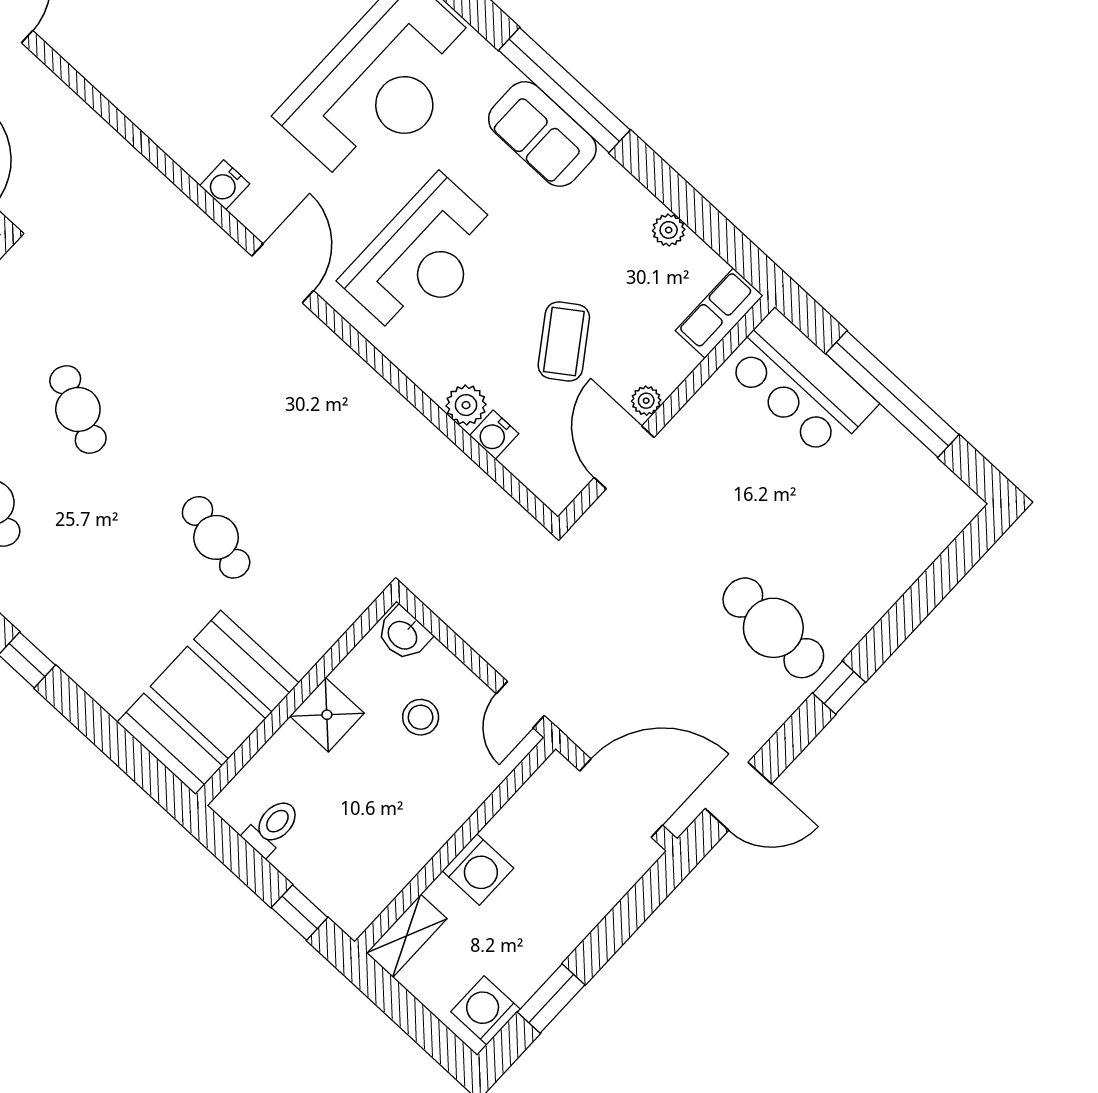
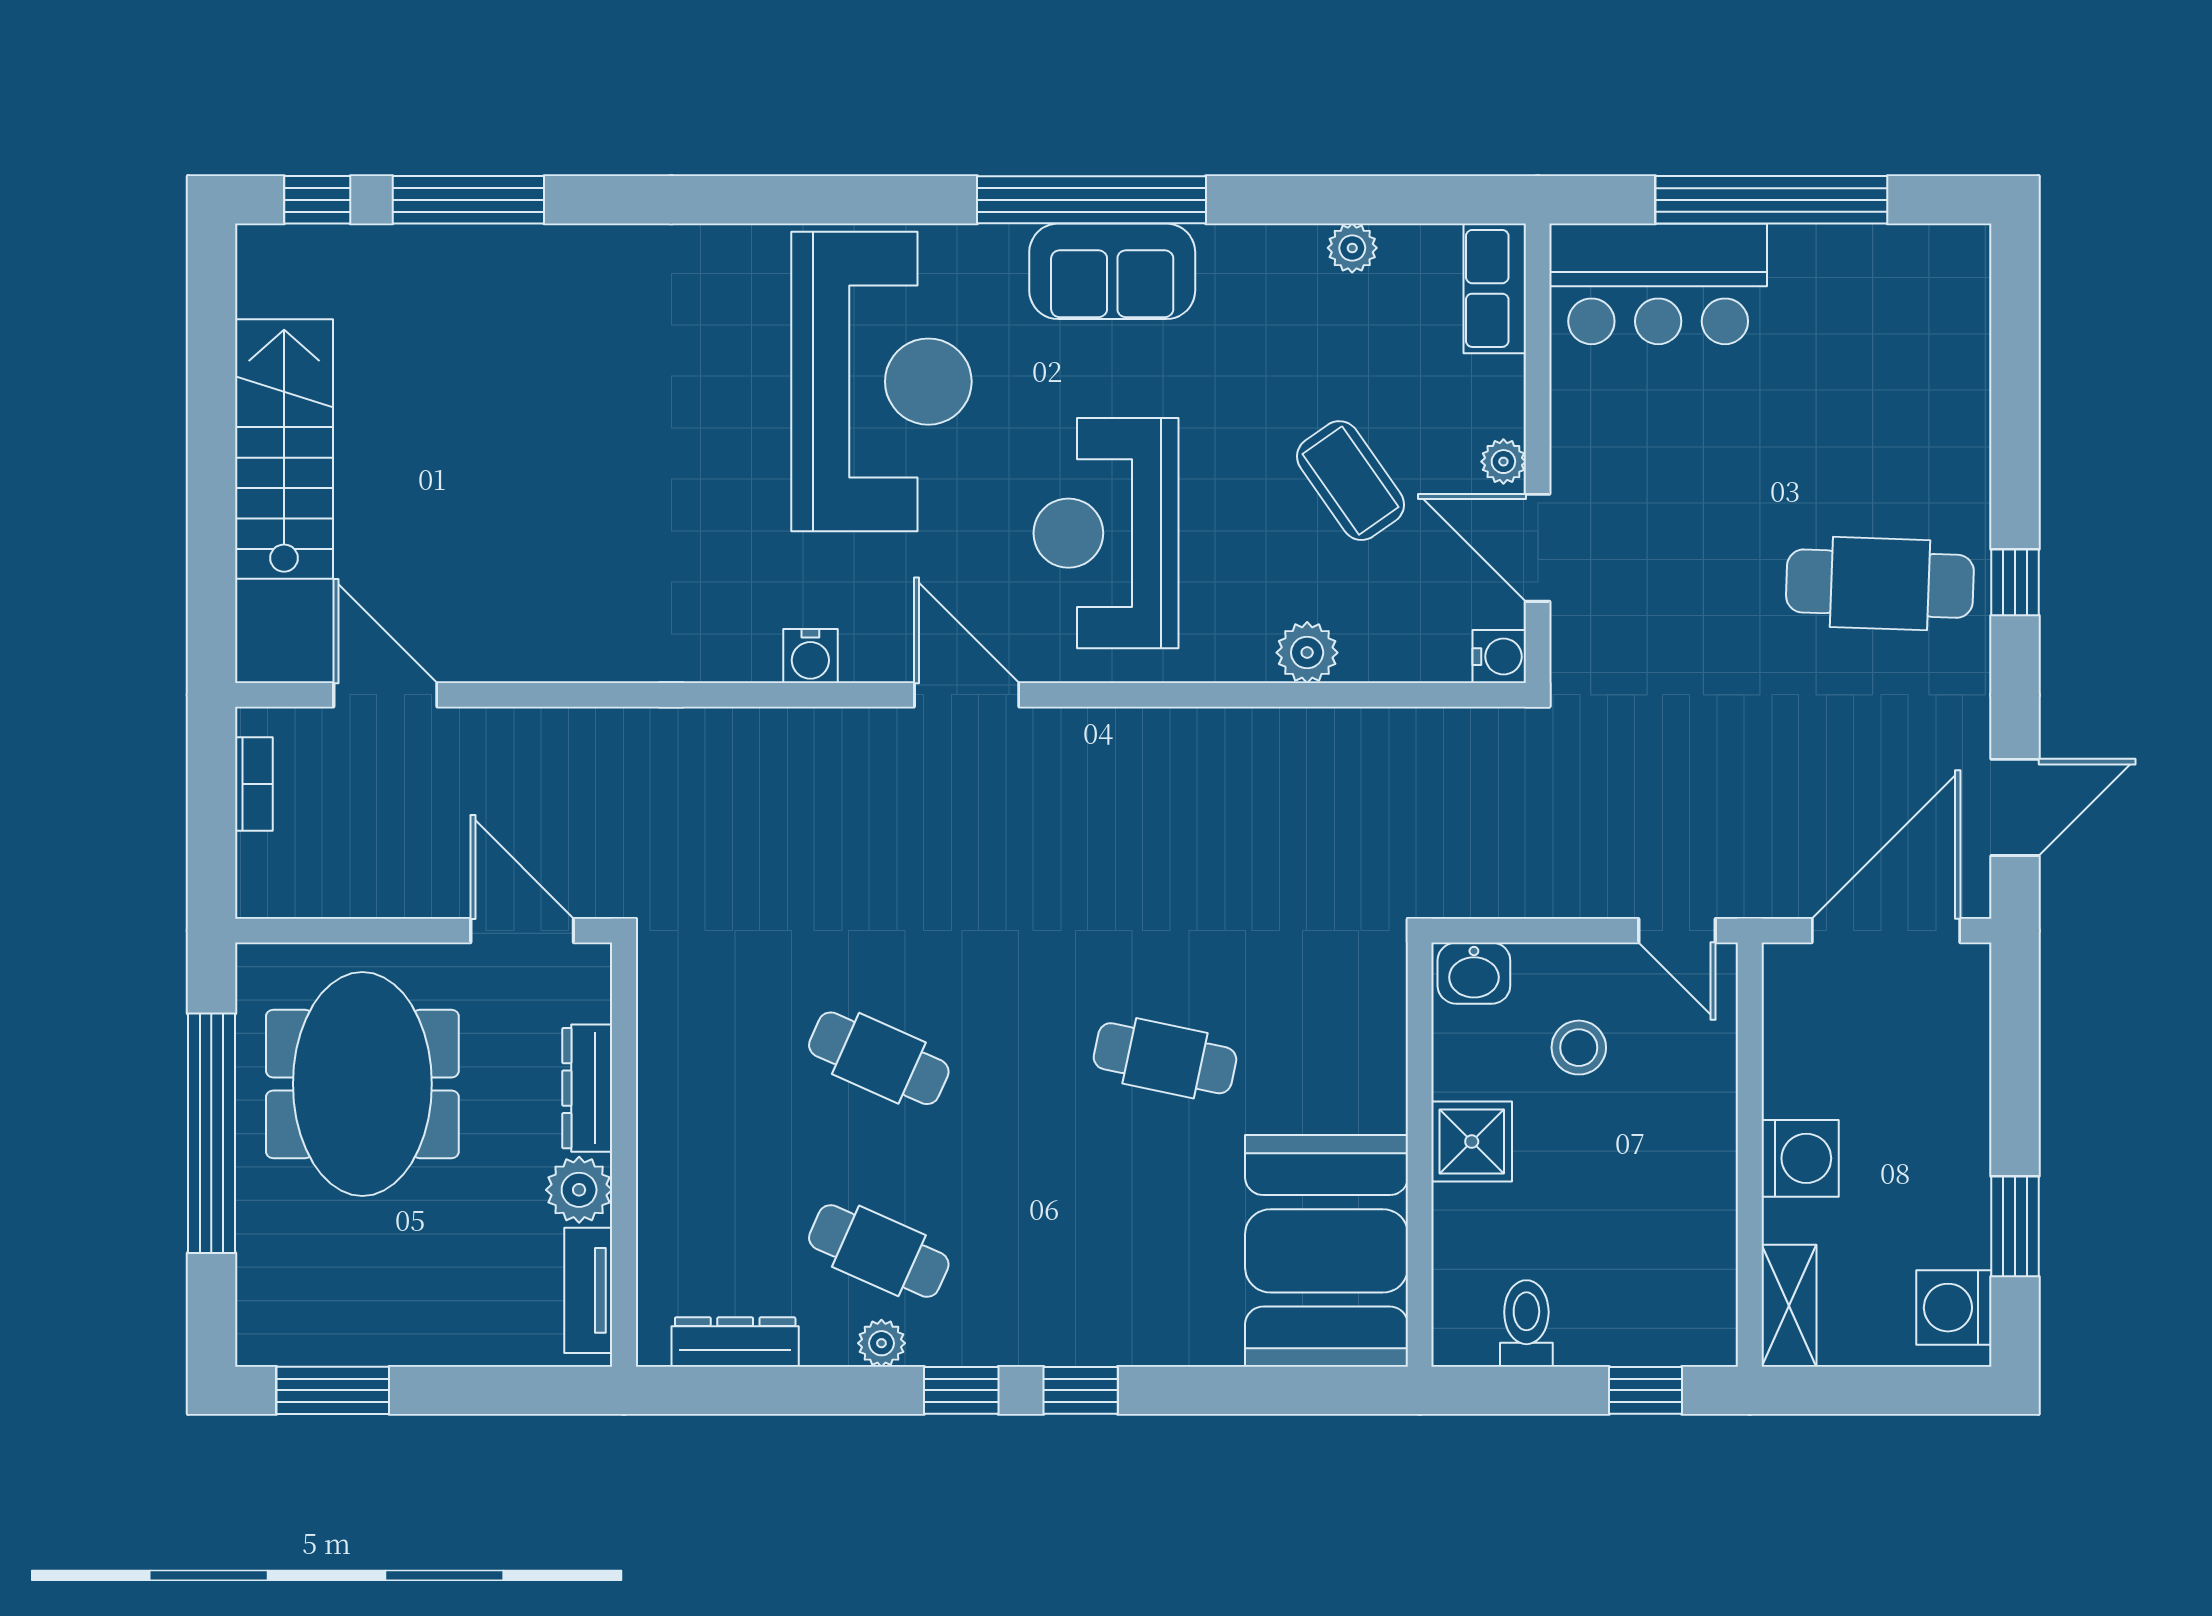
reception desk: (422, 258) -> (1106, 533), turned 180
water cooler: (494, 435) -> (1499, 657), moved, turned -90

